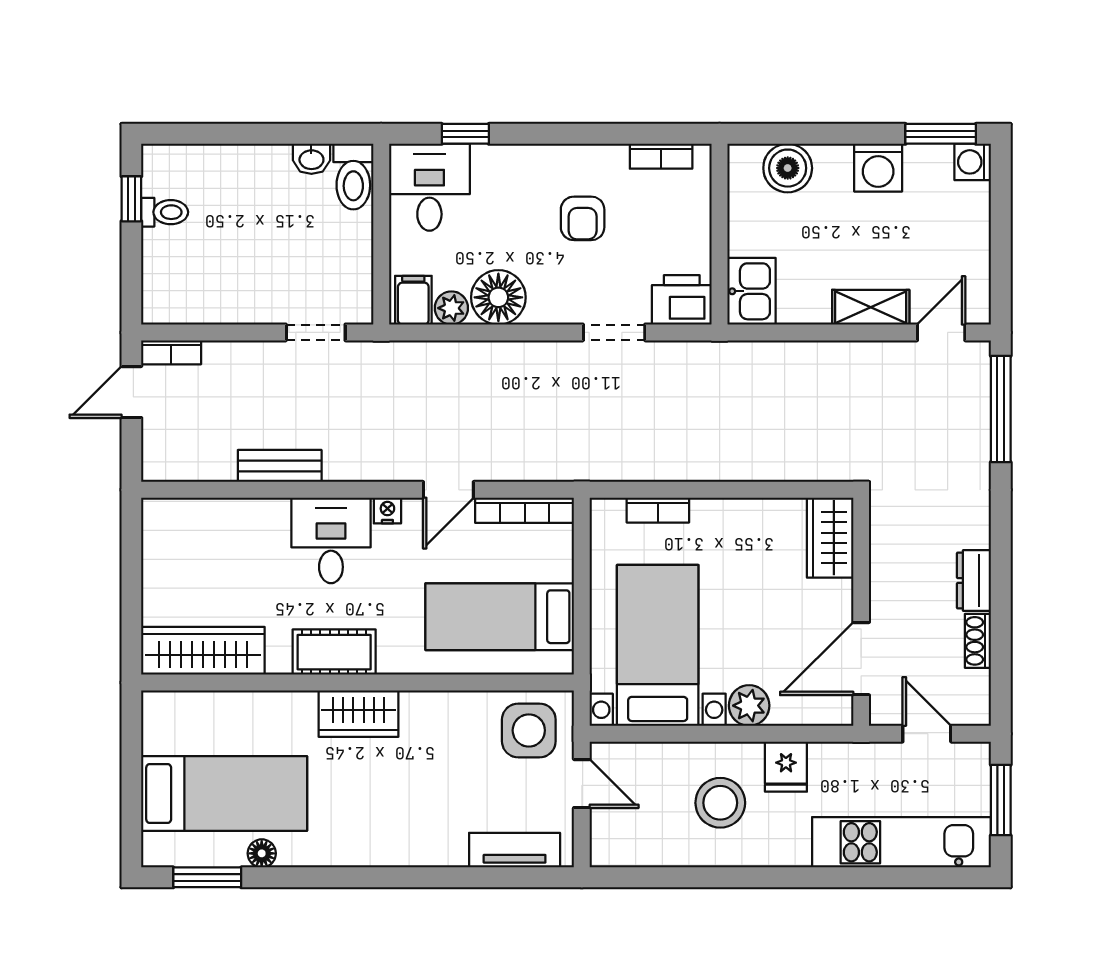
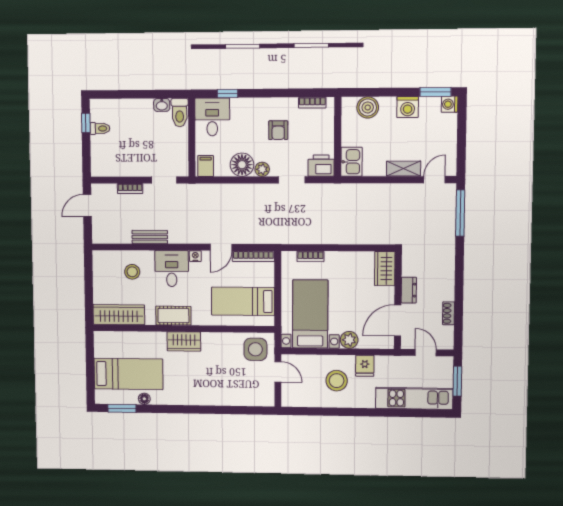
plant: (451, 308) -> (262, 169), moved
bookcase: (171, 352) -> (130, 189), moved
stool: (237, 548) -> (132, 272), added
dresser: (974, 580) -> (409, 290), moved, turned 180
tv unit: (515, 850) -> (250, 399), removed

